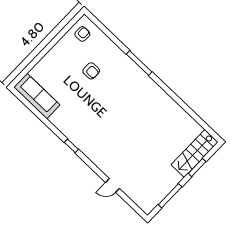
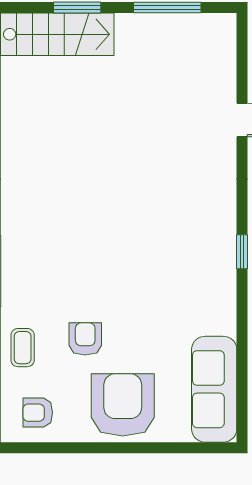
coffee table: (107, 49) -> (23, 348), added
armchair: (59, 63) -> (123, 405), added

